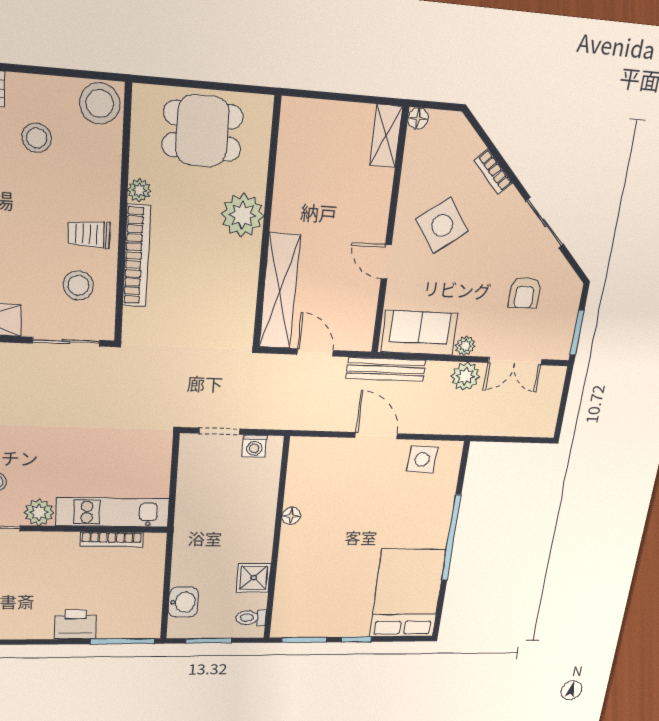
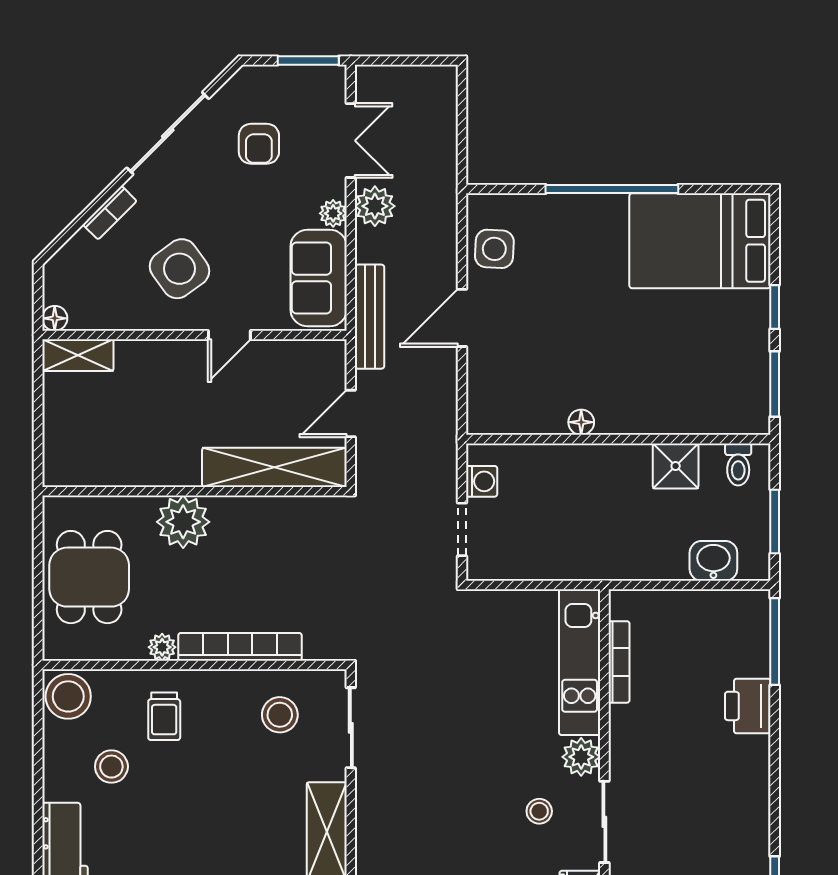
sliding door: (545, 223) -> (168, 133), width x1.37
trolley: (89, 234) -> (164, 716), moved
armchair: (525, 293) -> (259, 144), turned 90

